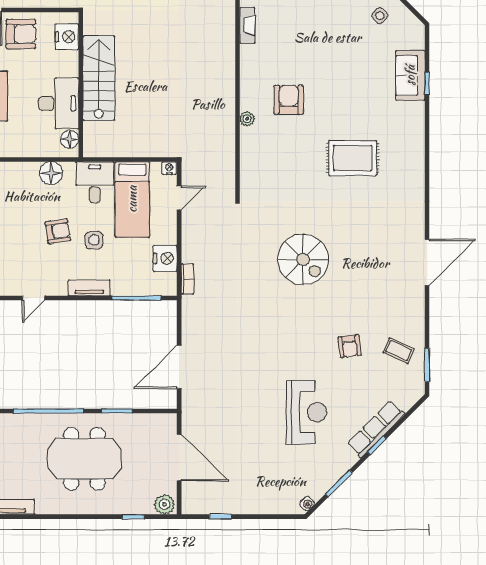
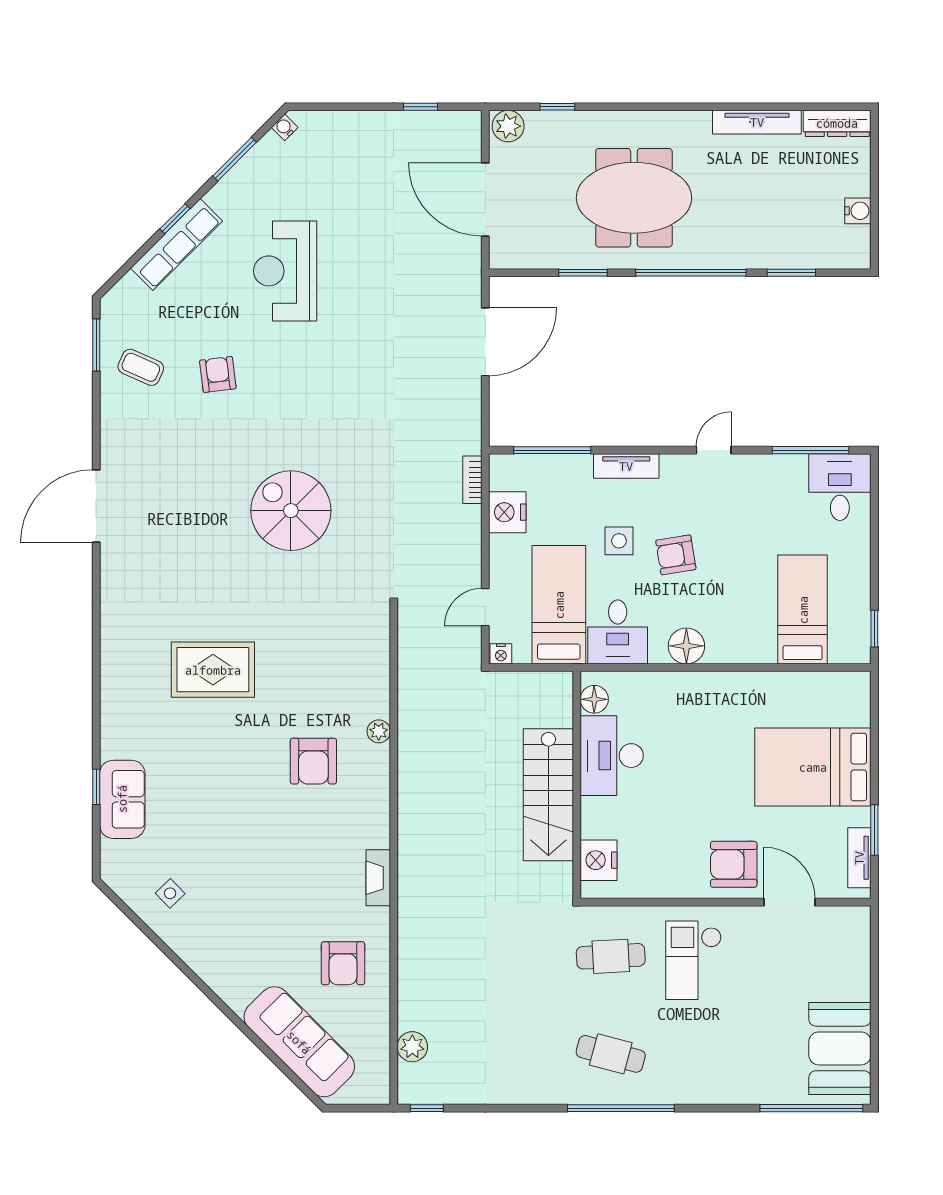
nightstand: (67, 37) -> (599, 860), moved
stairs: (99, 78) -> (548, 795), moved
wall: (81, 85) -> (577, 785), moved
desk: (58, 103) -> (612, 756), moved
floor lamp: (70, 139) -> (594, 699), moved

